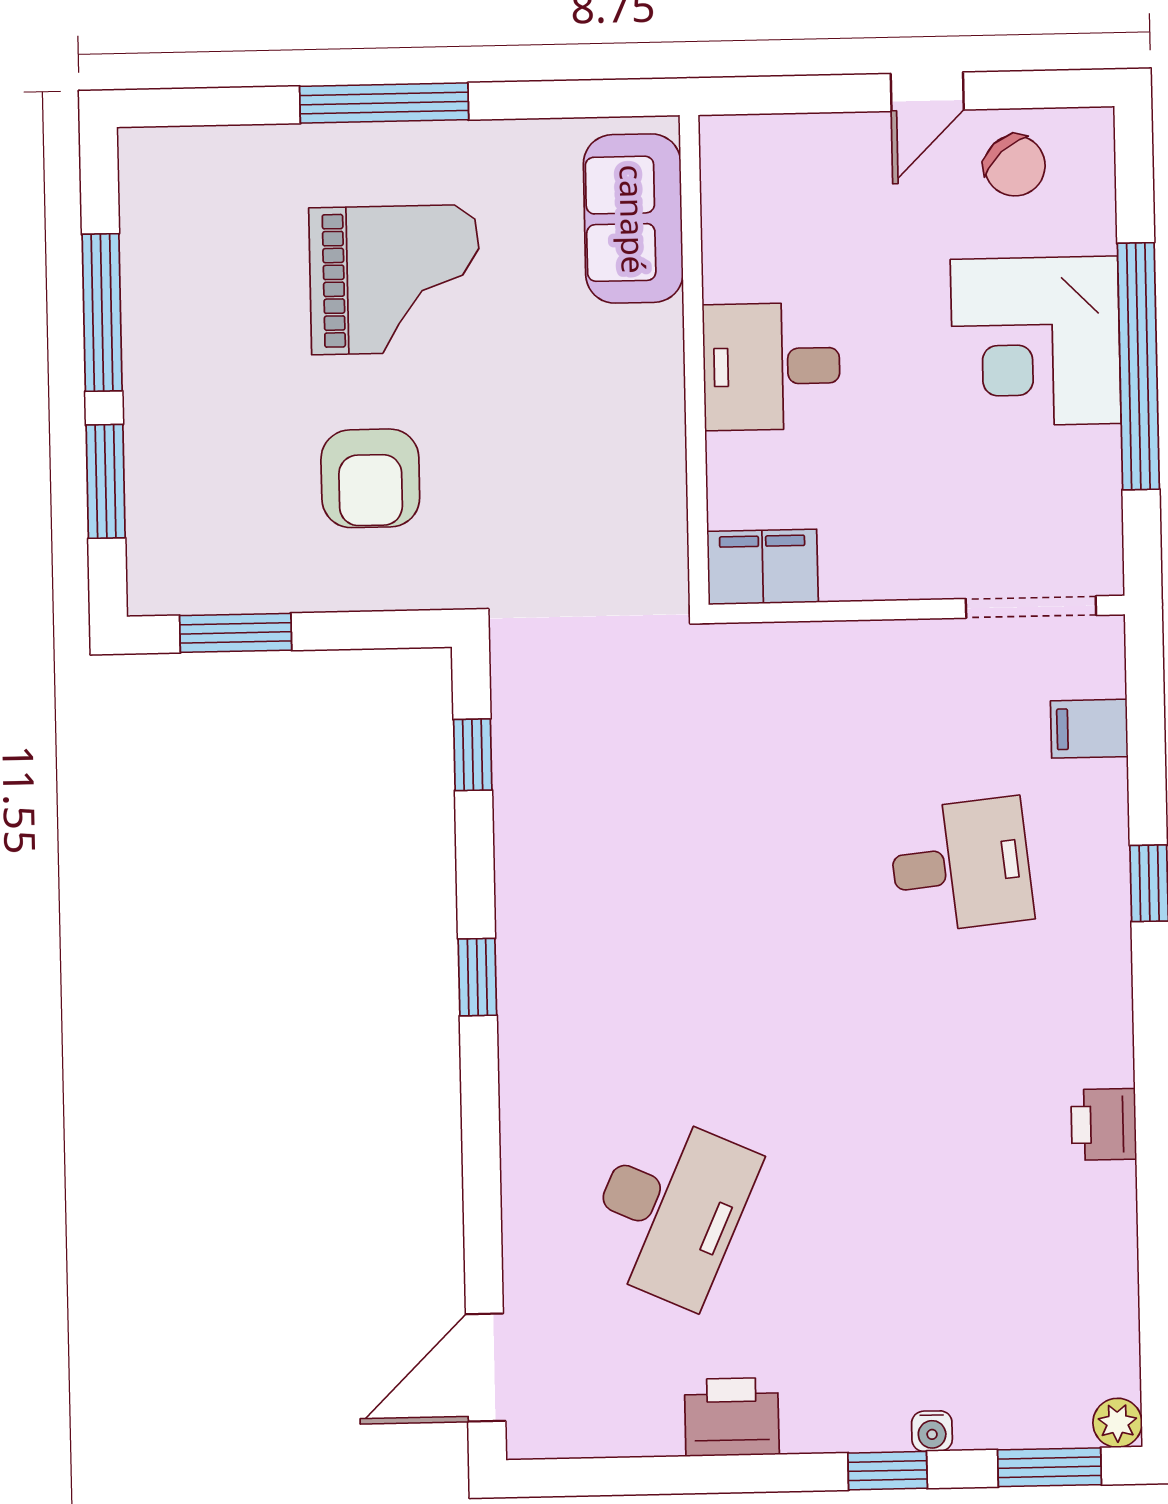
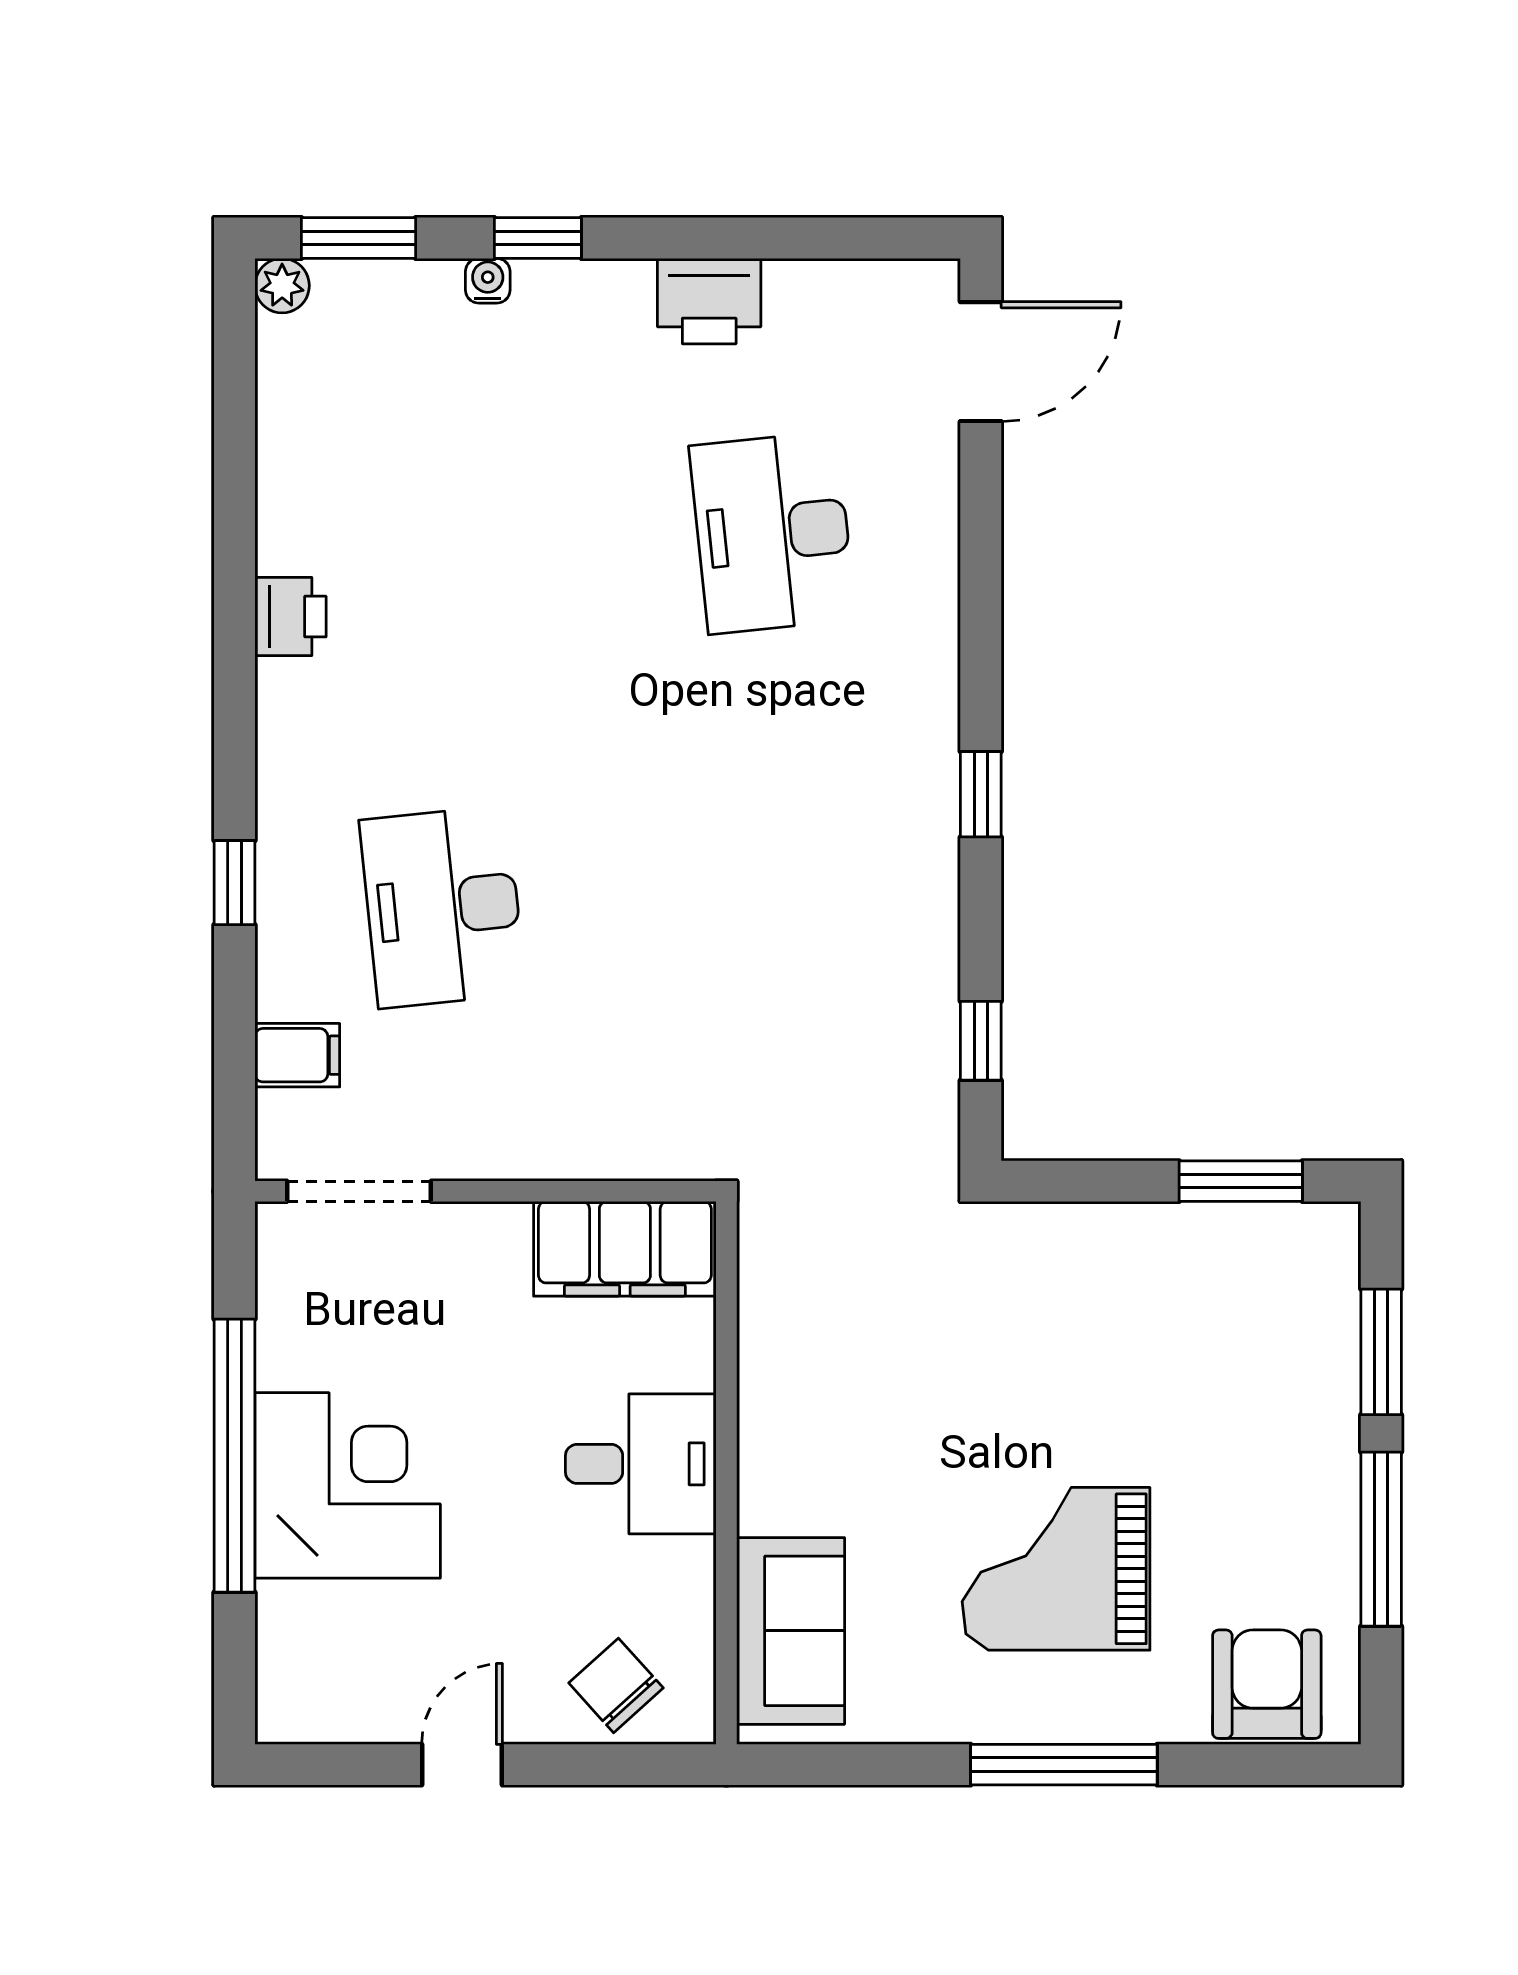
chair: (1015, 166) -> (616, 1685), moved
armchair: (370, 478) -> (1267, 1684), moved
filing cabinet: (763, 567) -> (625, 1249), width x1.50, depth x1.17
desk: (961, 865) -> (443, 907), width x1.37
desk: (670, 1209) -> (773, 533), turned -30

